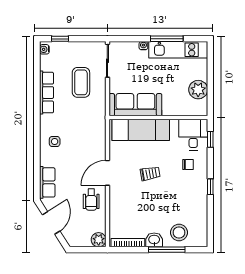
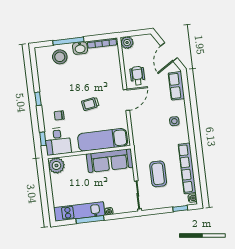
plant: (198, 90) -> (56, 165), moved
row of seats: (46, 93) -> (187, 168), width x1.36

